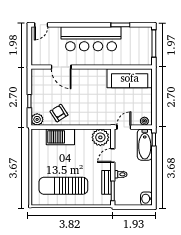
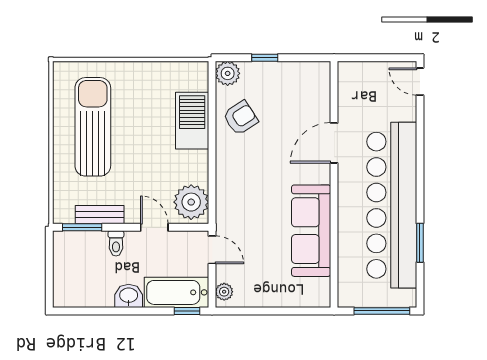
bar counter: (91, 39) -> (392, 205), width x1.36
door: (61, 67) -> (334, 143), moved
sofa: (130, 78) -> (311, 231), moved
washbasin: (146, 199) -> (129, 296), moved

